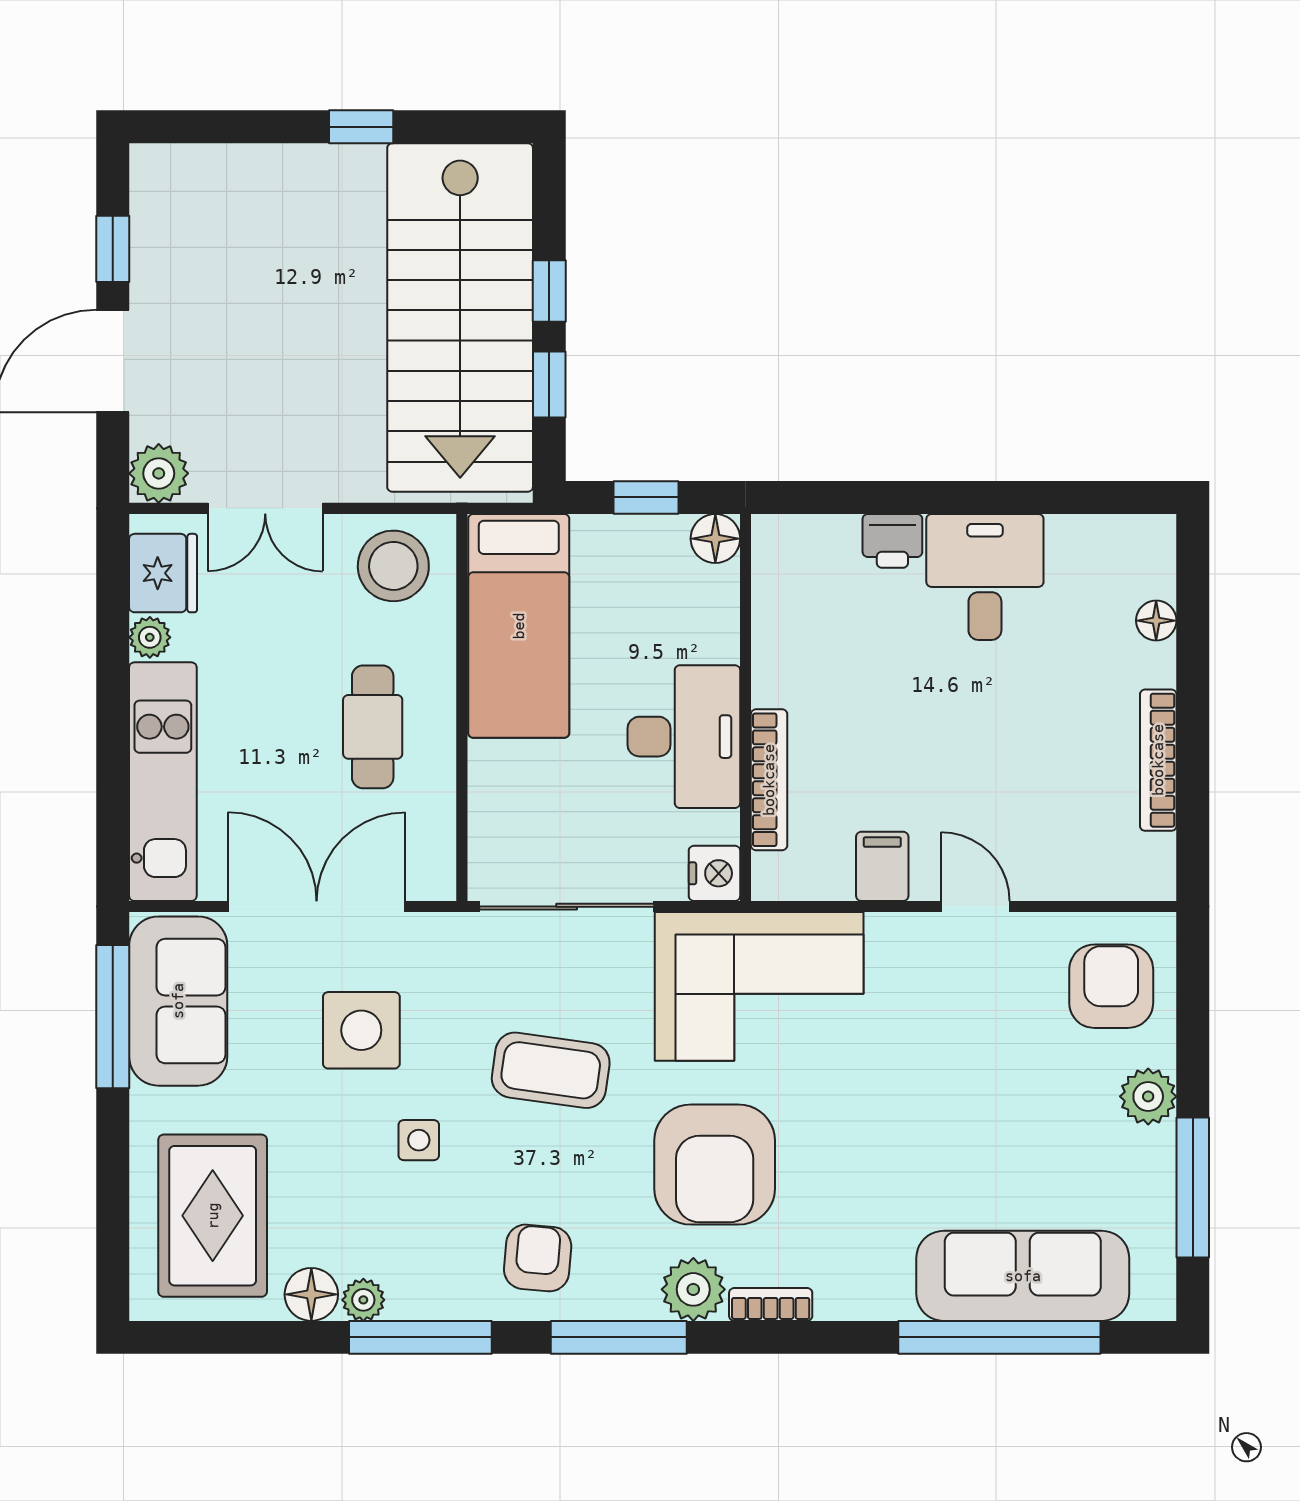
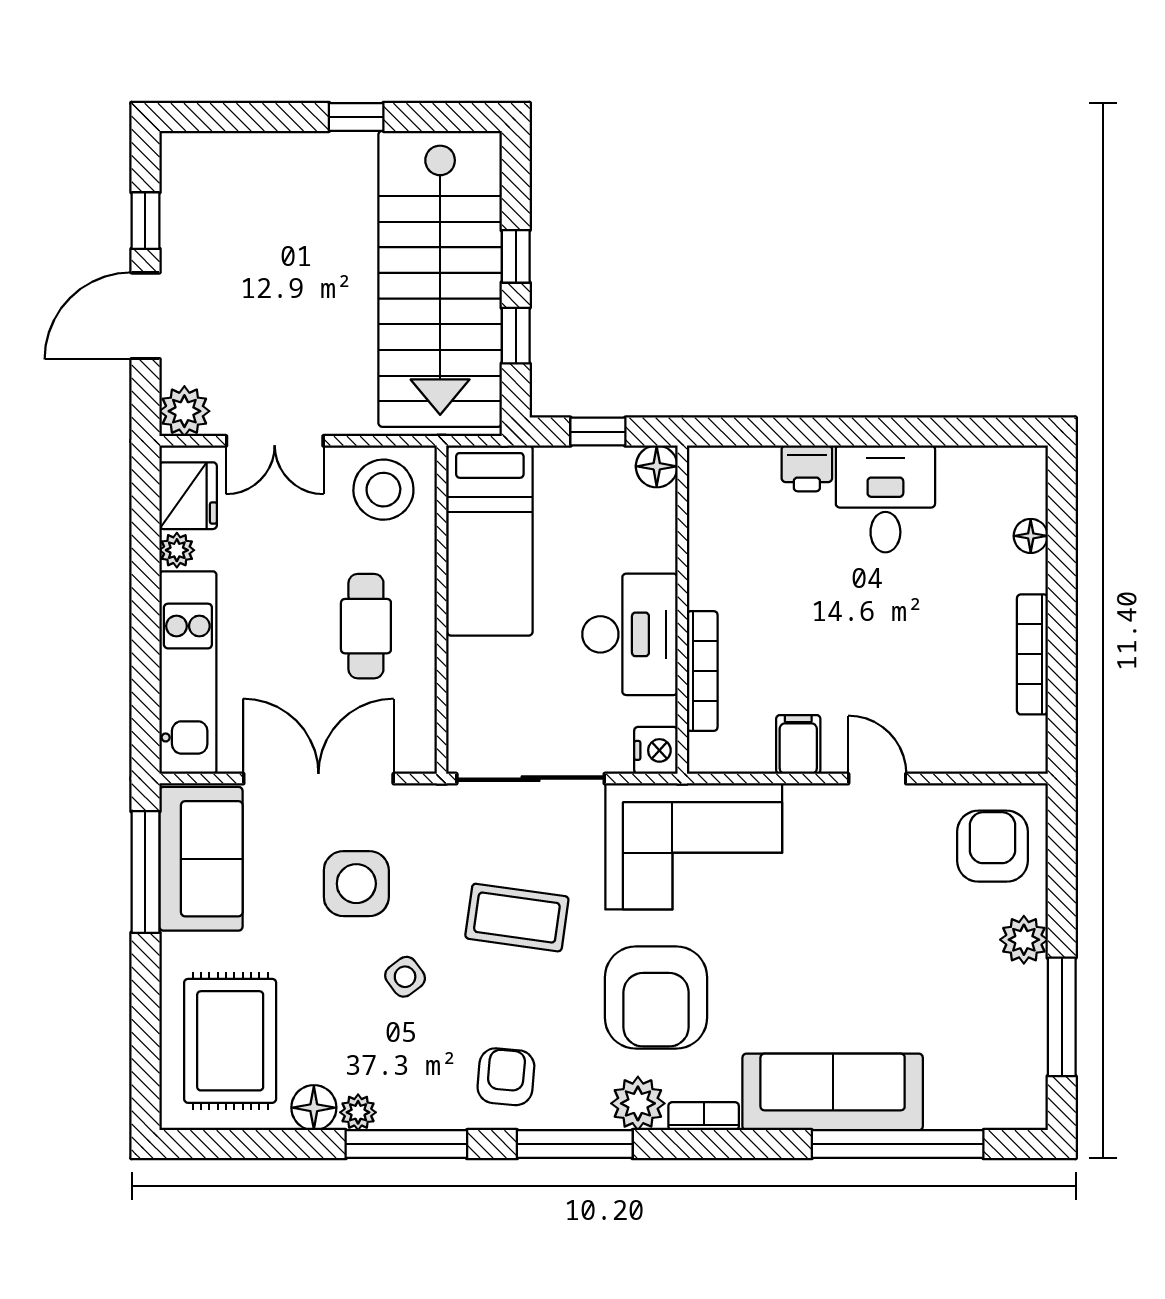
side table: (419, 1140) -> (405, 977), turned -37
sofa: (1023, 1276) -> (833, 1092), moved

